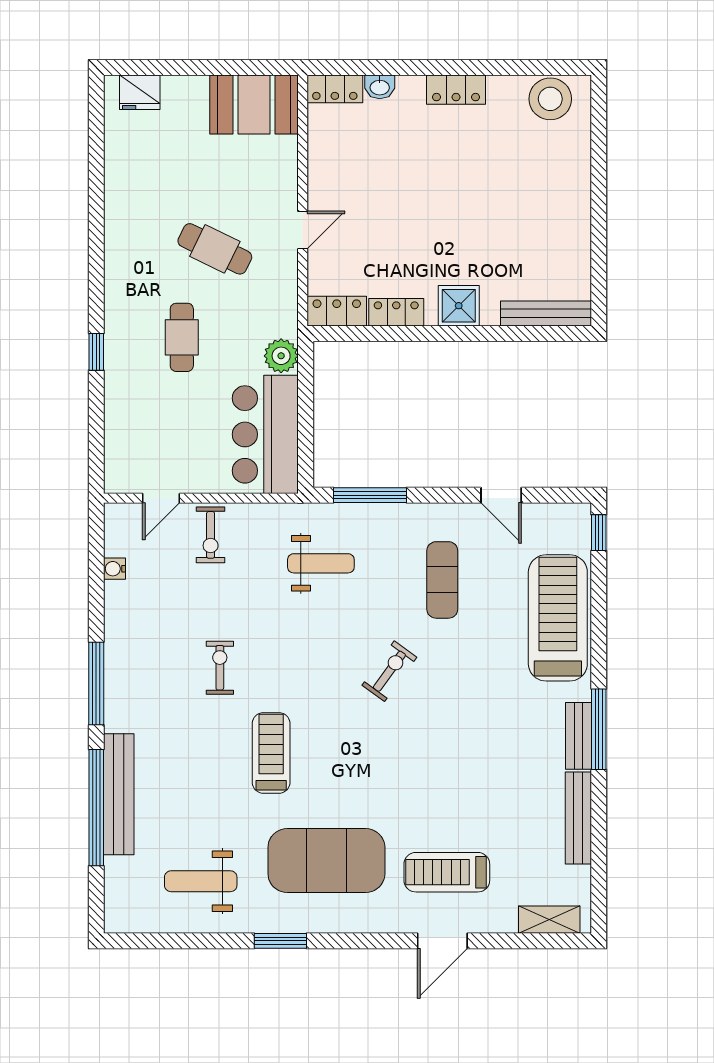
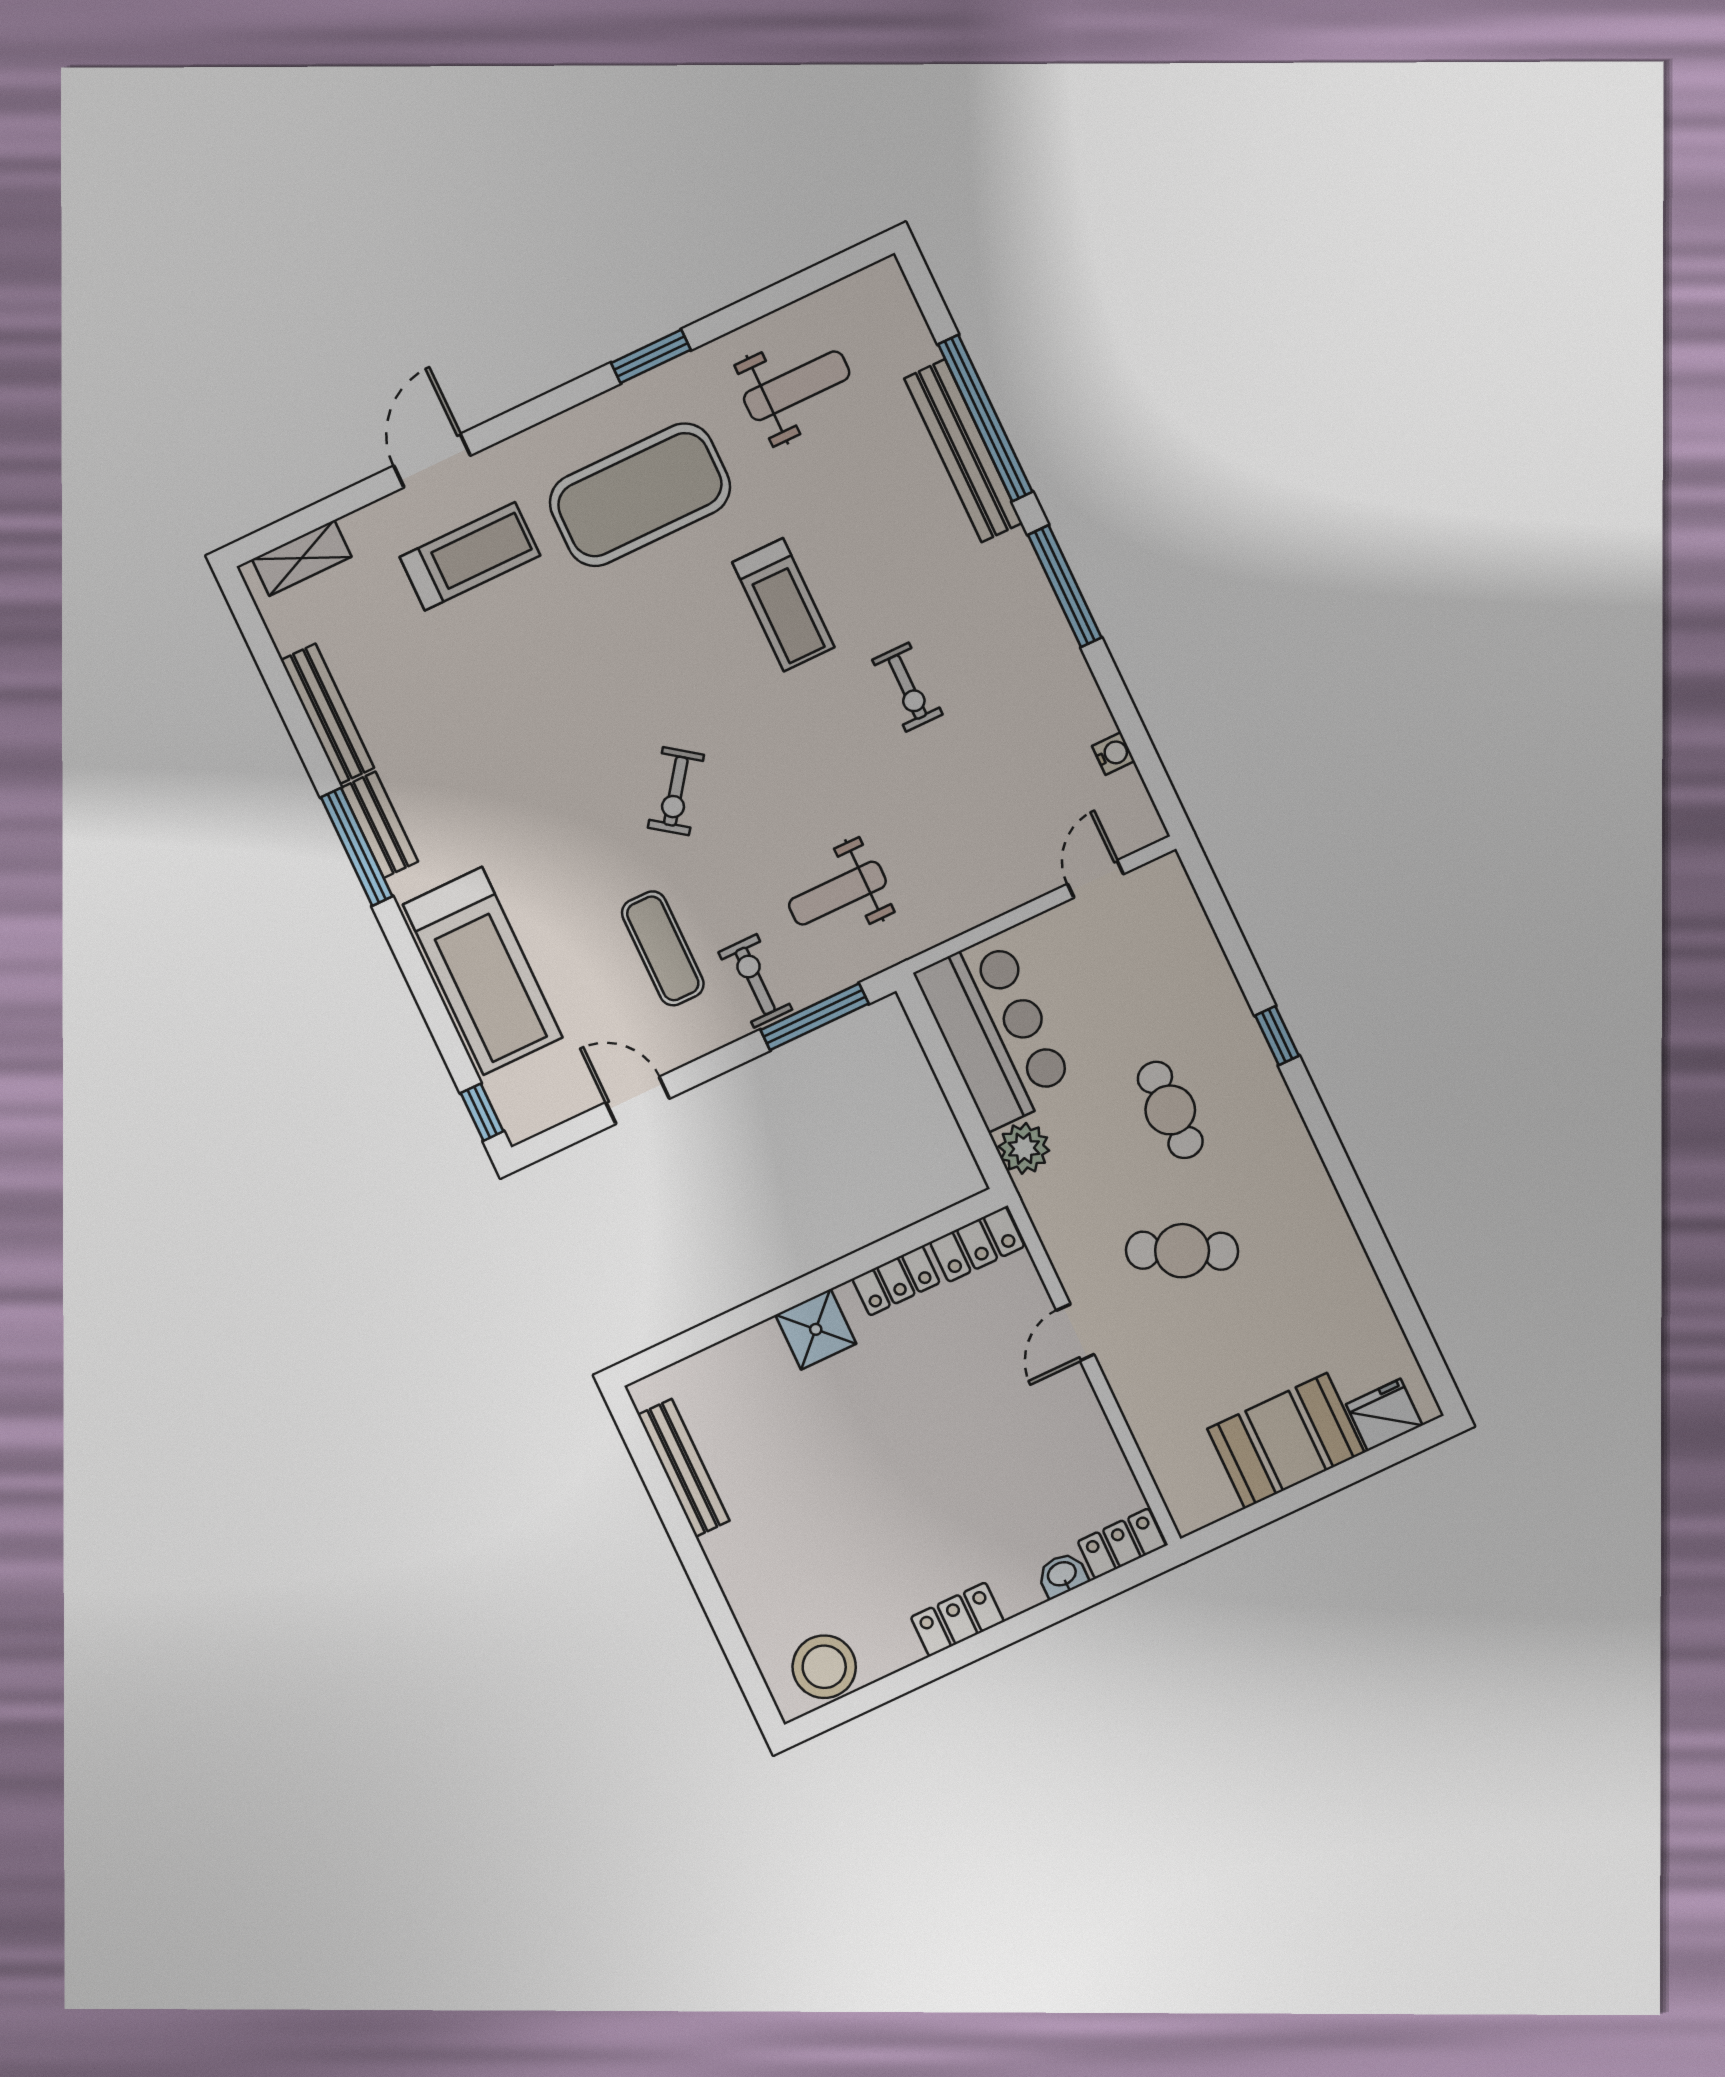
booth: (254, 104) -> (1286, 1441), moved
bench: (546, 313) -> (683, 1468), moved, turned 90
exercise bike: (211, 535) -> (755, 981), moved

